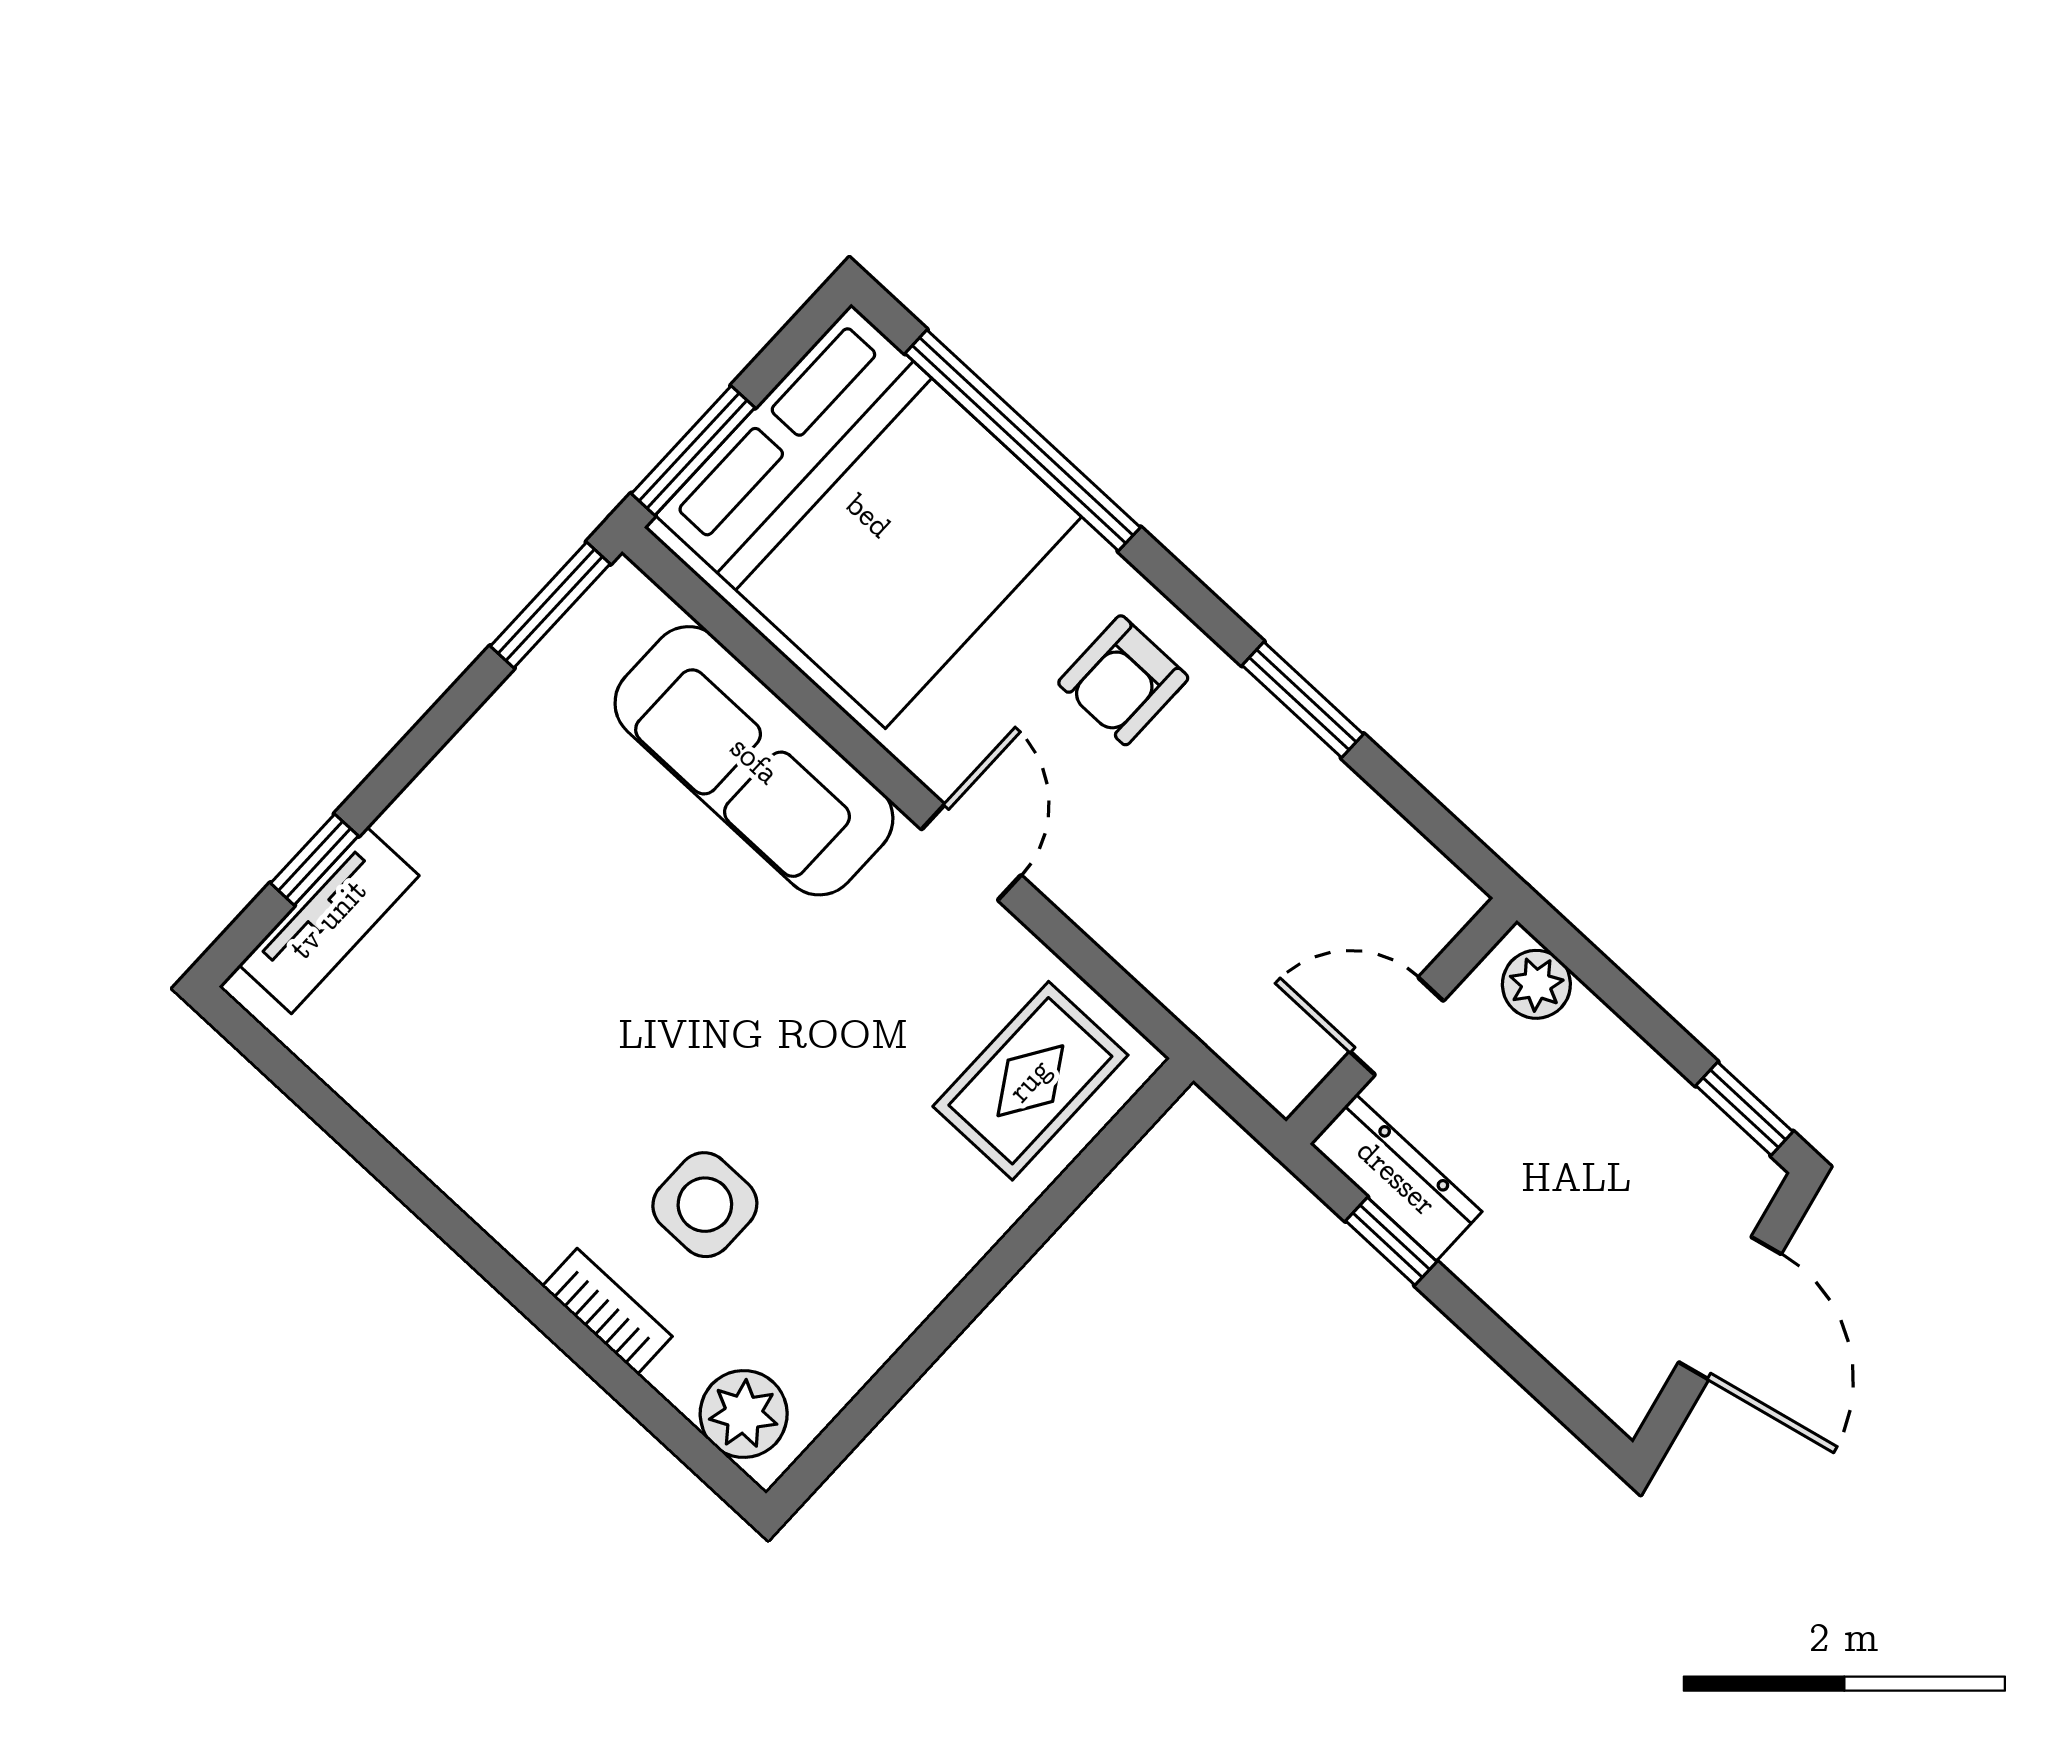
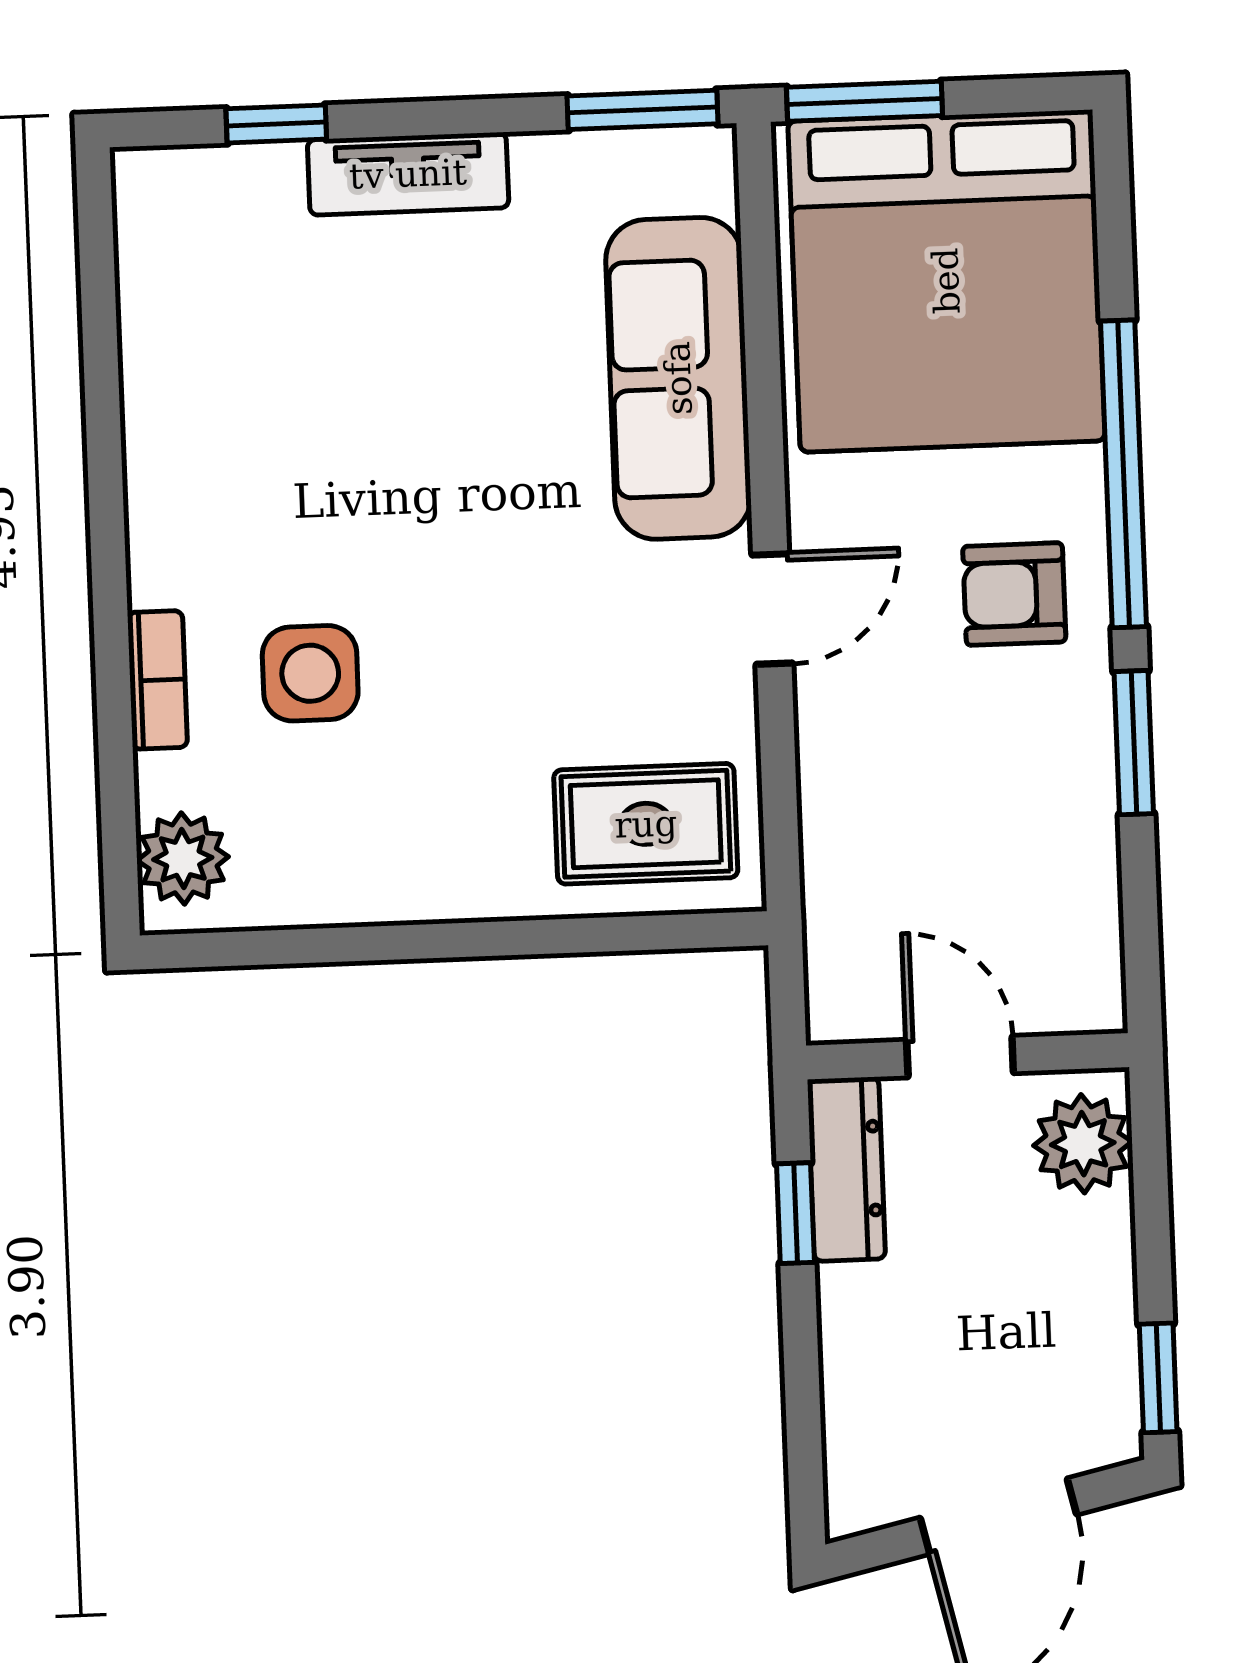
window: (1023, 440) -> (1123, 474), moved
tv unit: (329, 920) -> (408, 174), moved
plant: (1536, 984) -> (1083, 1144), width x1.38, depth x1.38

